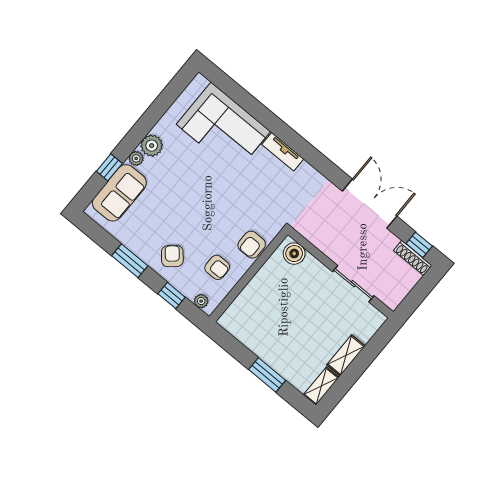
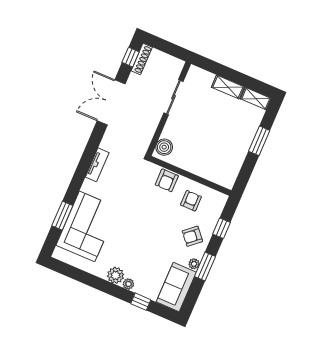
window: (246, 101) -> (62, 216), added
tv unit: (283, 152) -> (97, 165), moved
sofa: (119, 193) -> (176, 287), moved, turned -90
armchair: (252, 245) -> (167, 180), turned 90
plant: (201, 301) -> (194, 264), moved

